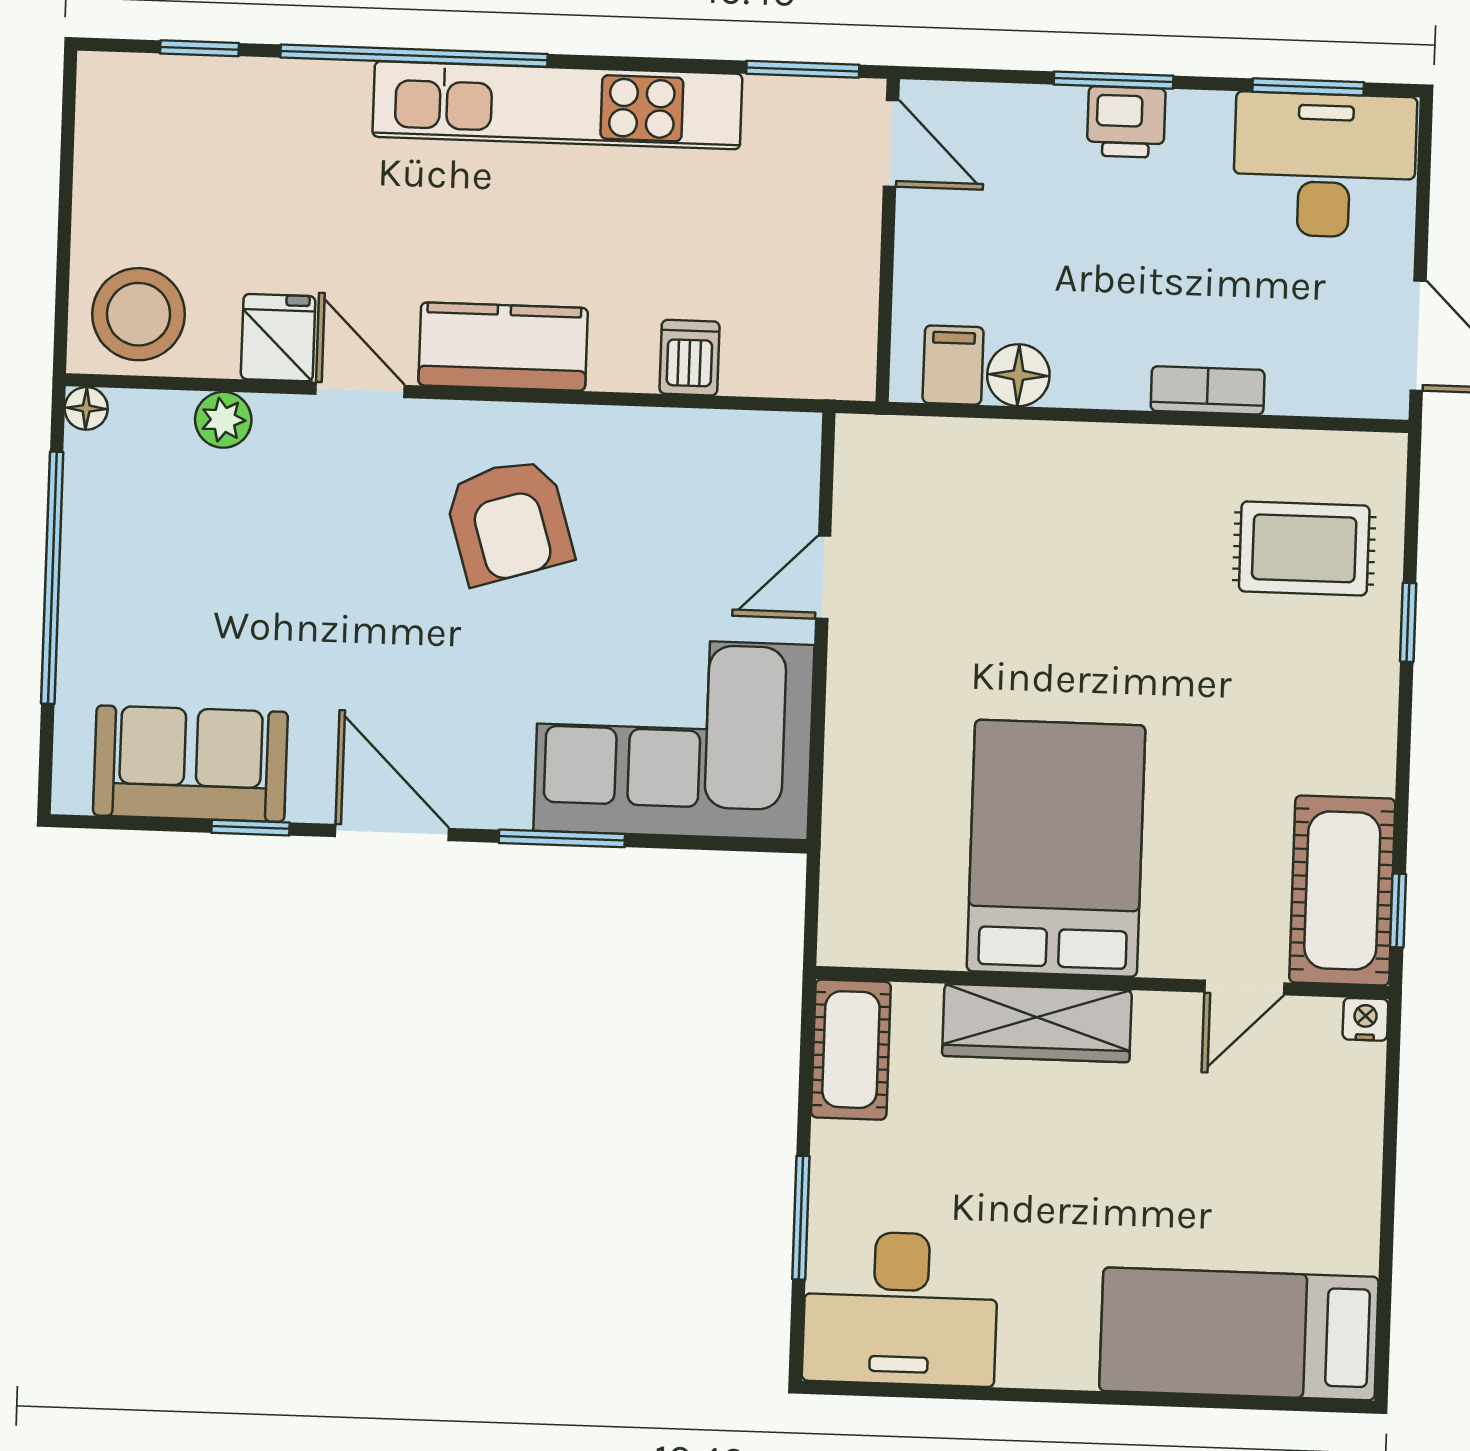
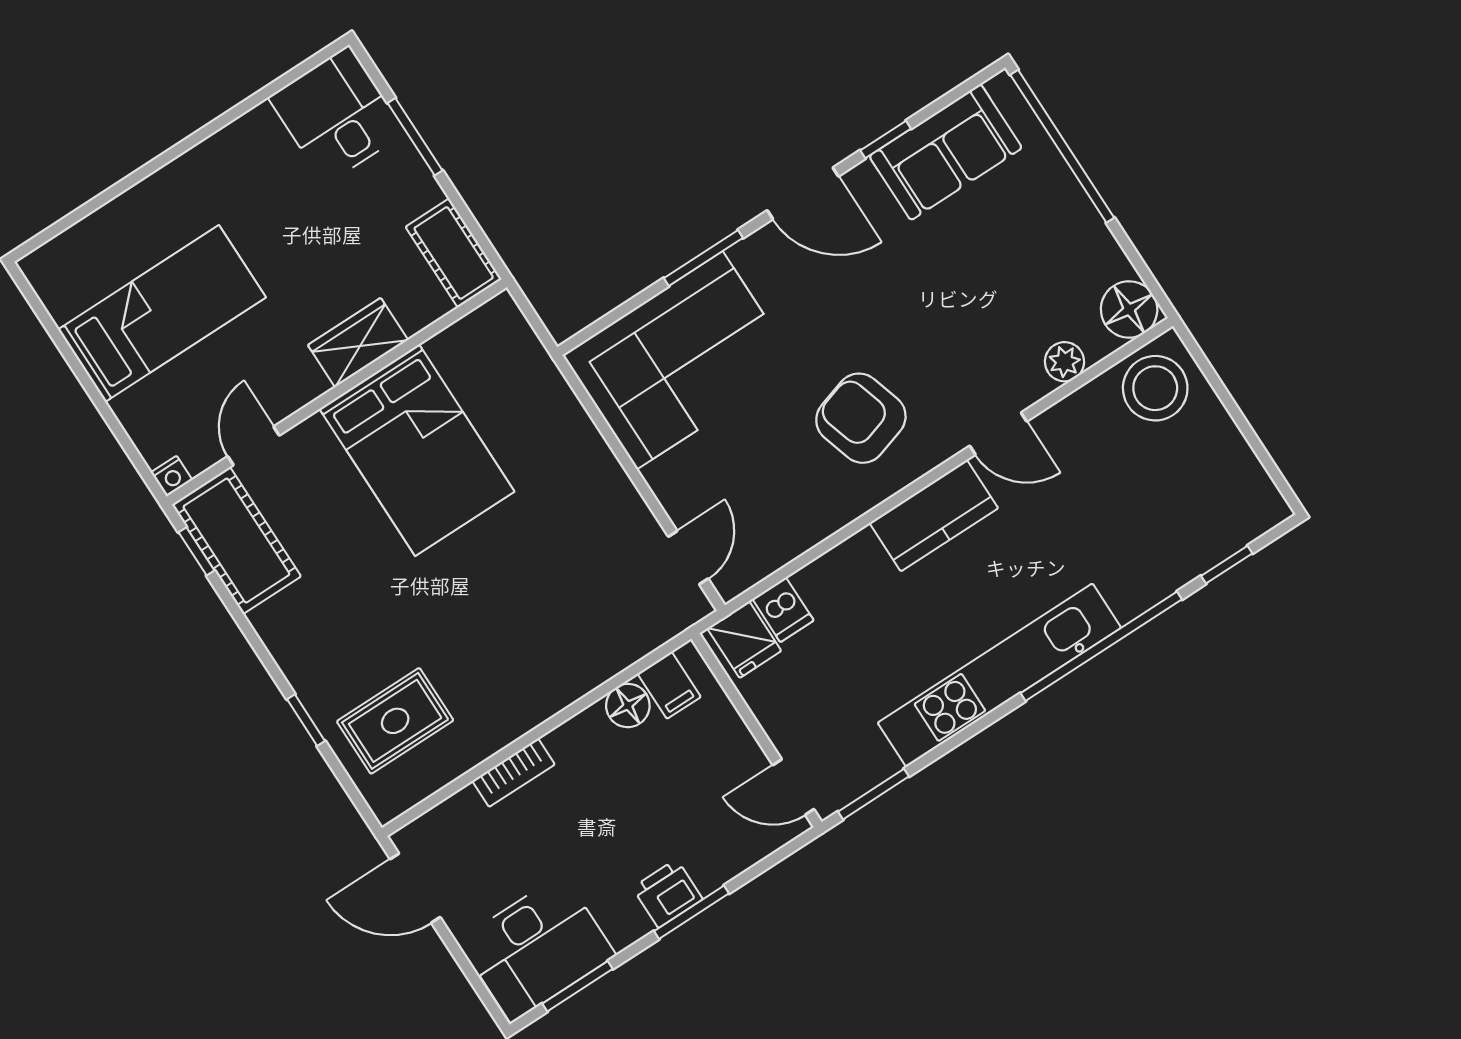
fridge: (278, 338) -> (744, 640), moved
dishwasher: (690, 358) -> (783, 610), moved
floor lamp: (86, 408) -> (1129, 309), width x1.89, depth x1.89
door: (823, 577) -> (688, 558), moved
window: (52, 578) -> (1062, 146), moved
wardrobe: (1037, 1023) -> (358, 343), width x0.67
desk: (900, 1308) -> (337, 115), width x0.73
bed: (1239, 1334) -> (162, 313), moved

